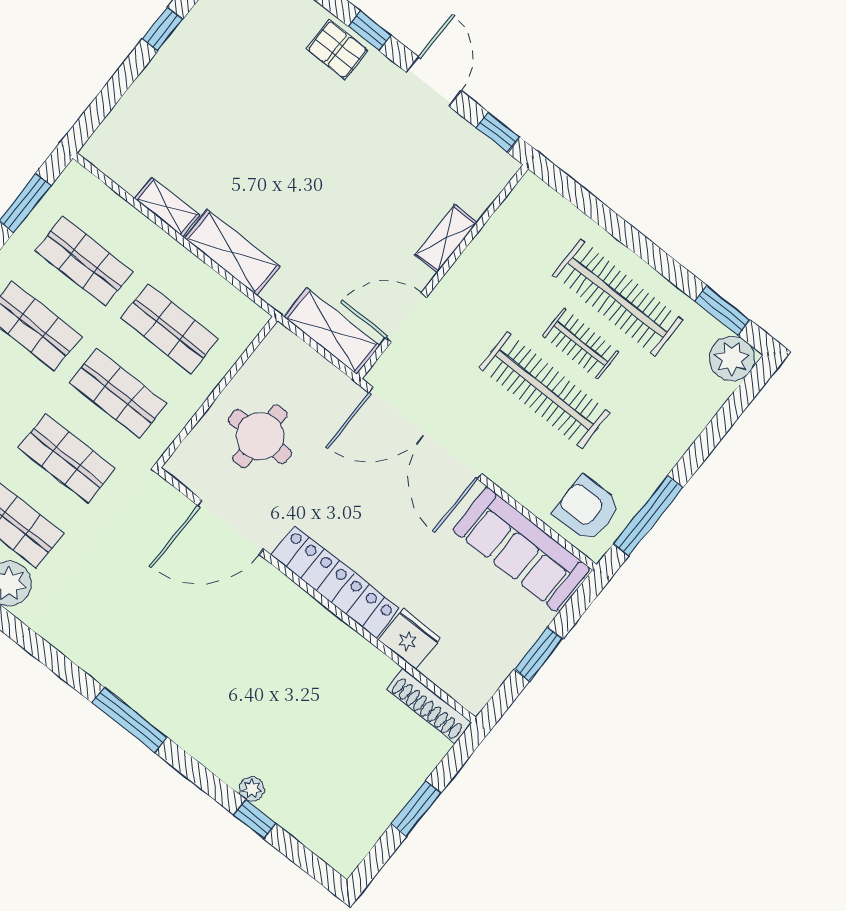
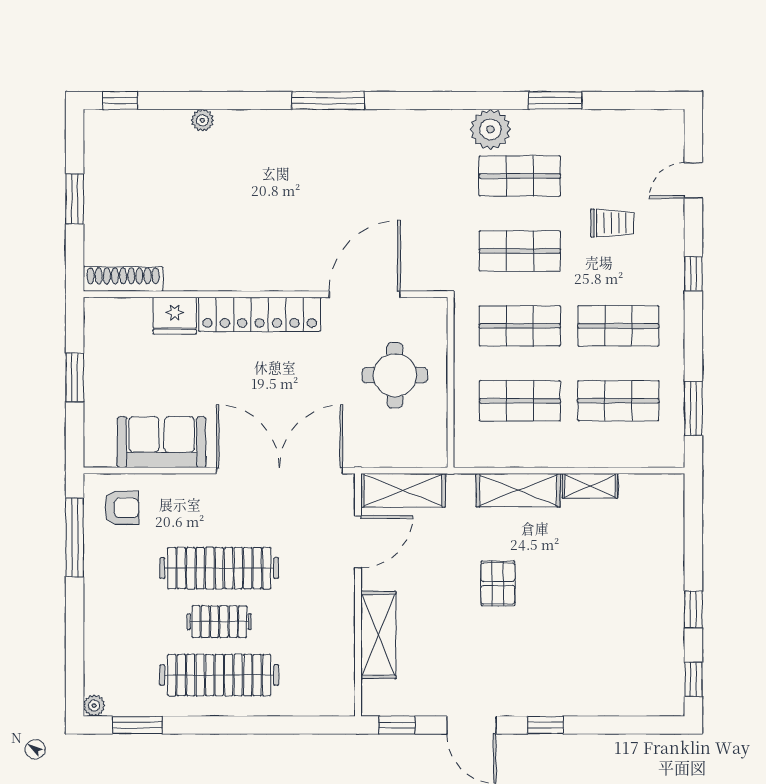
pallet: (337, 50) -> (498, 583), moved, turned 90
shelving: (446, 239) -> (378, 635), width x1.50, depth x1.33
plant: (732, 359) -> (94, 706), width x0.53, depth x0.53
armchair: (587, 509) -> (122, 508), width x0.72, depth x0.72
sofa: (521, 549) -> (162, 442), width x0.73
window: (255, 819) -> (120, 100), moved

